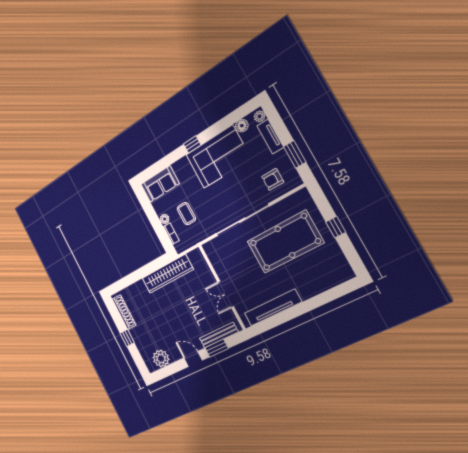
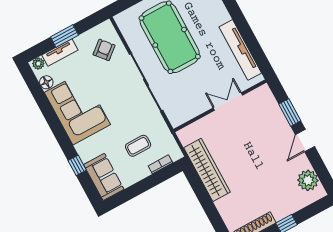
window: (192, 144) -> (77, 165), moved
window: (295, 154) -> (64, 36), moved
armchair: (273, 179) -> (104, 50), turned -130
plant: (165, 219) -> (144, 172), removed
double door: (226, 294) -> (228, 101), swing flipped
bench: (219, 335) -> (274, 110), removed

